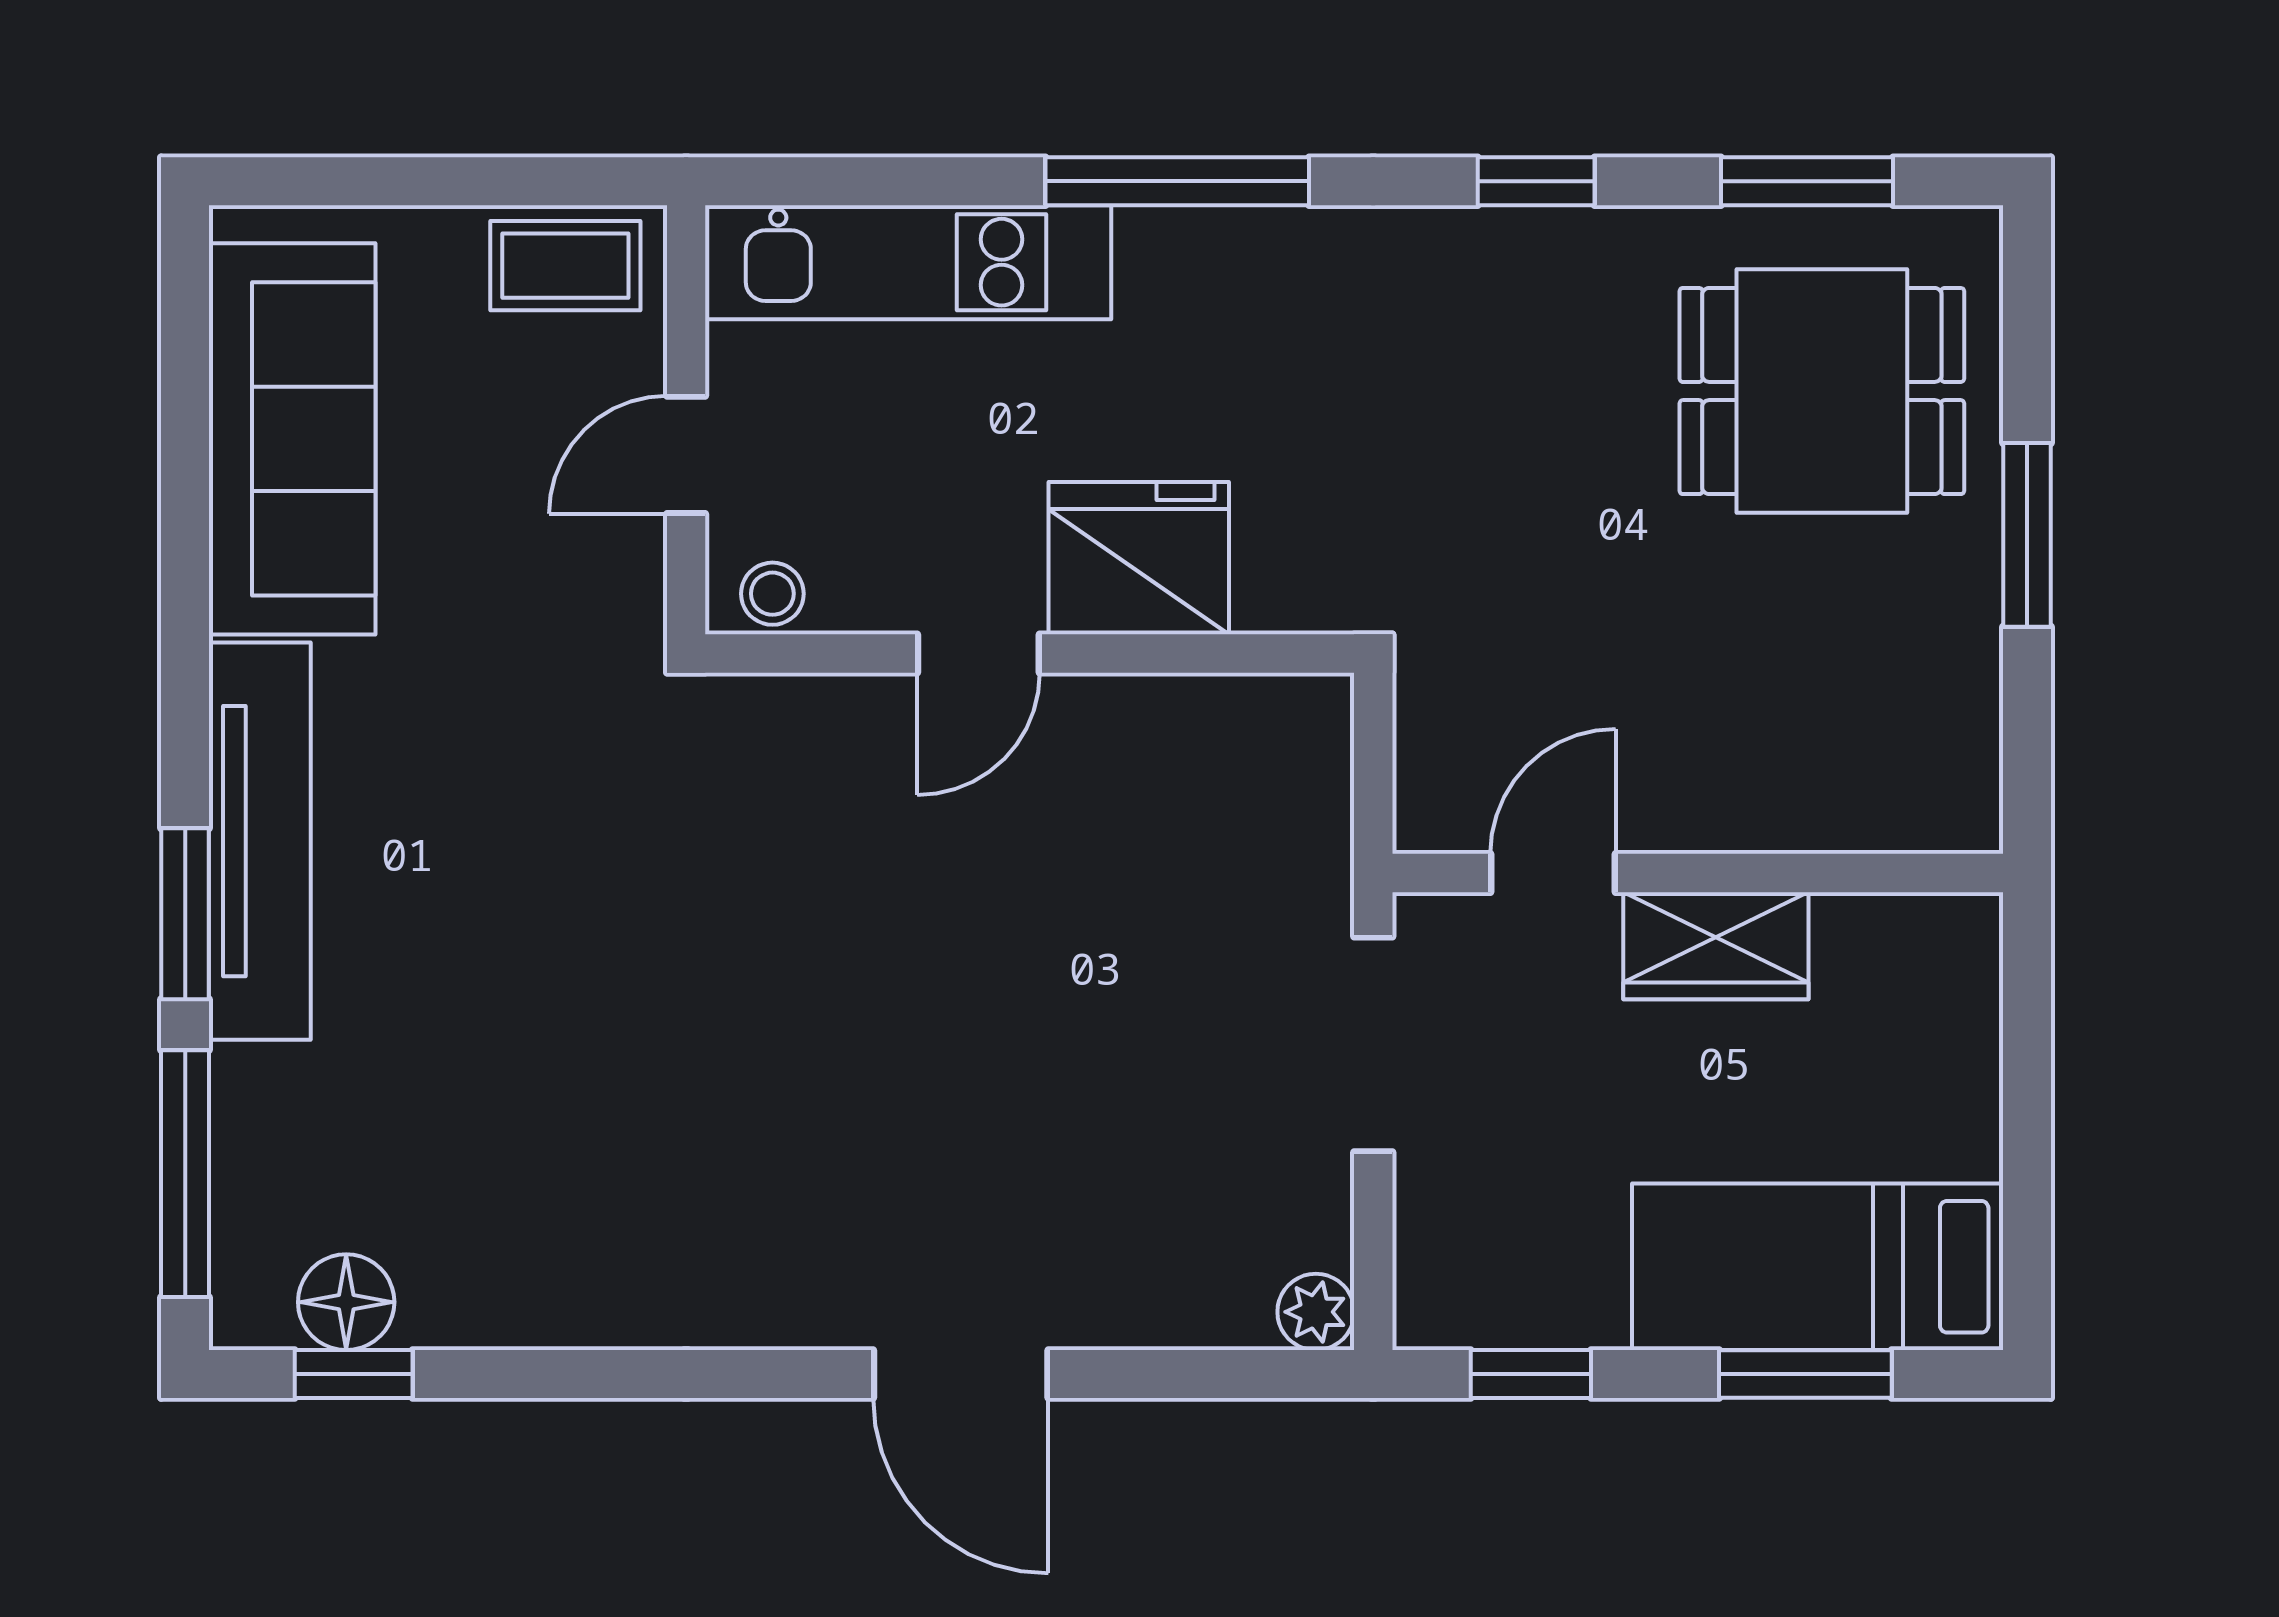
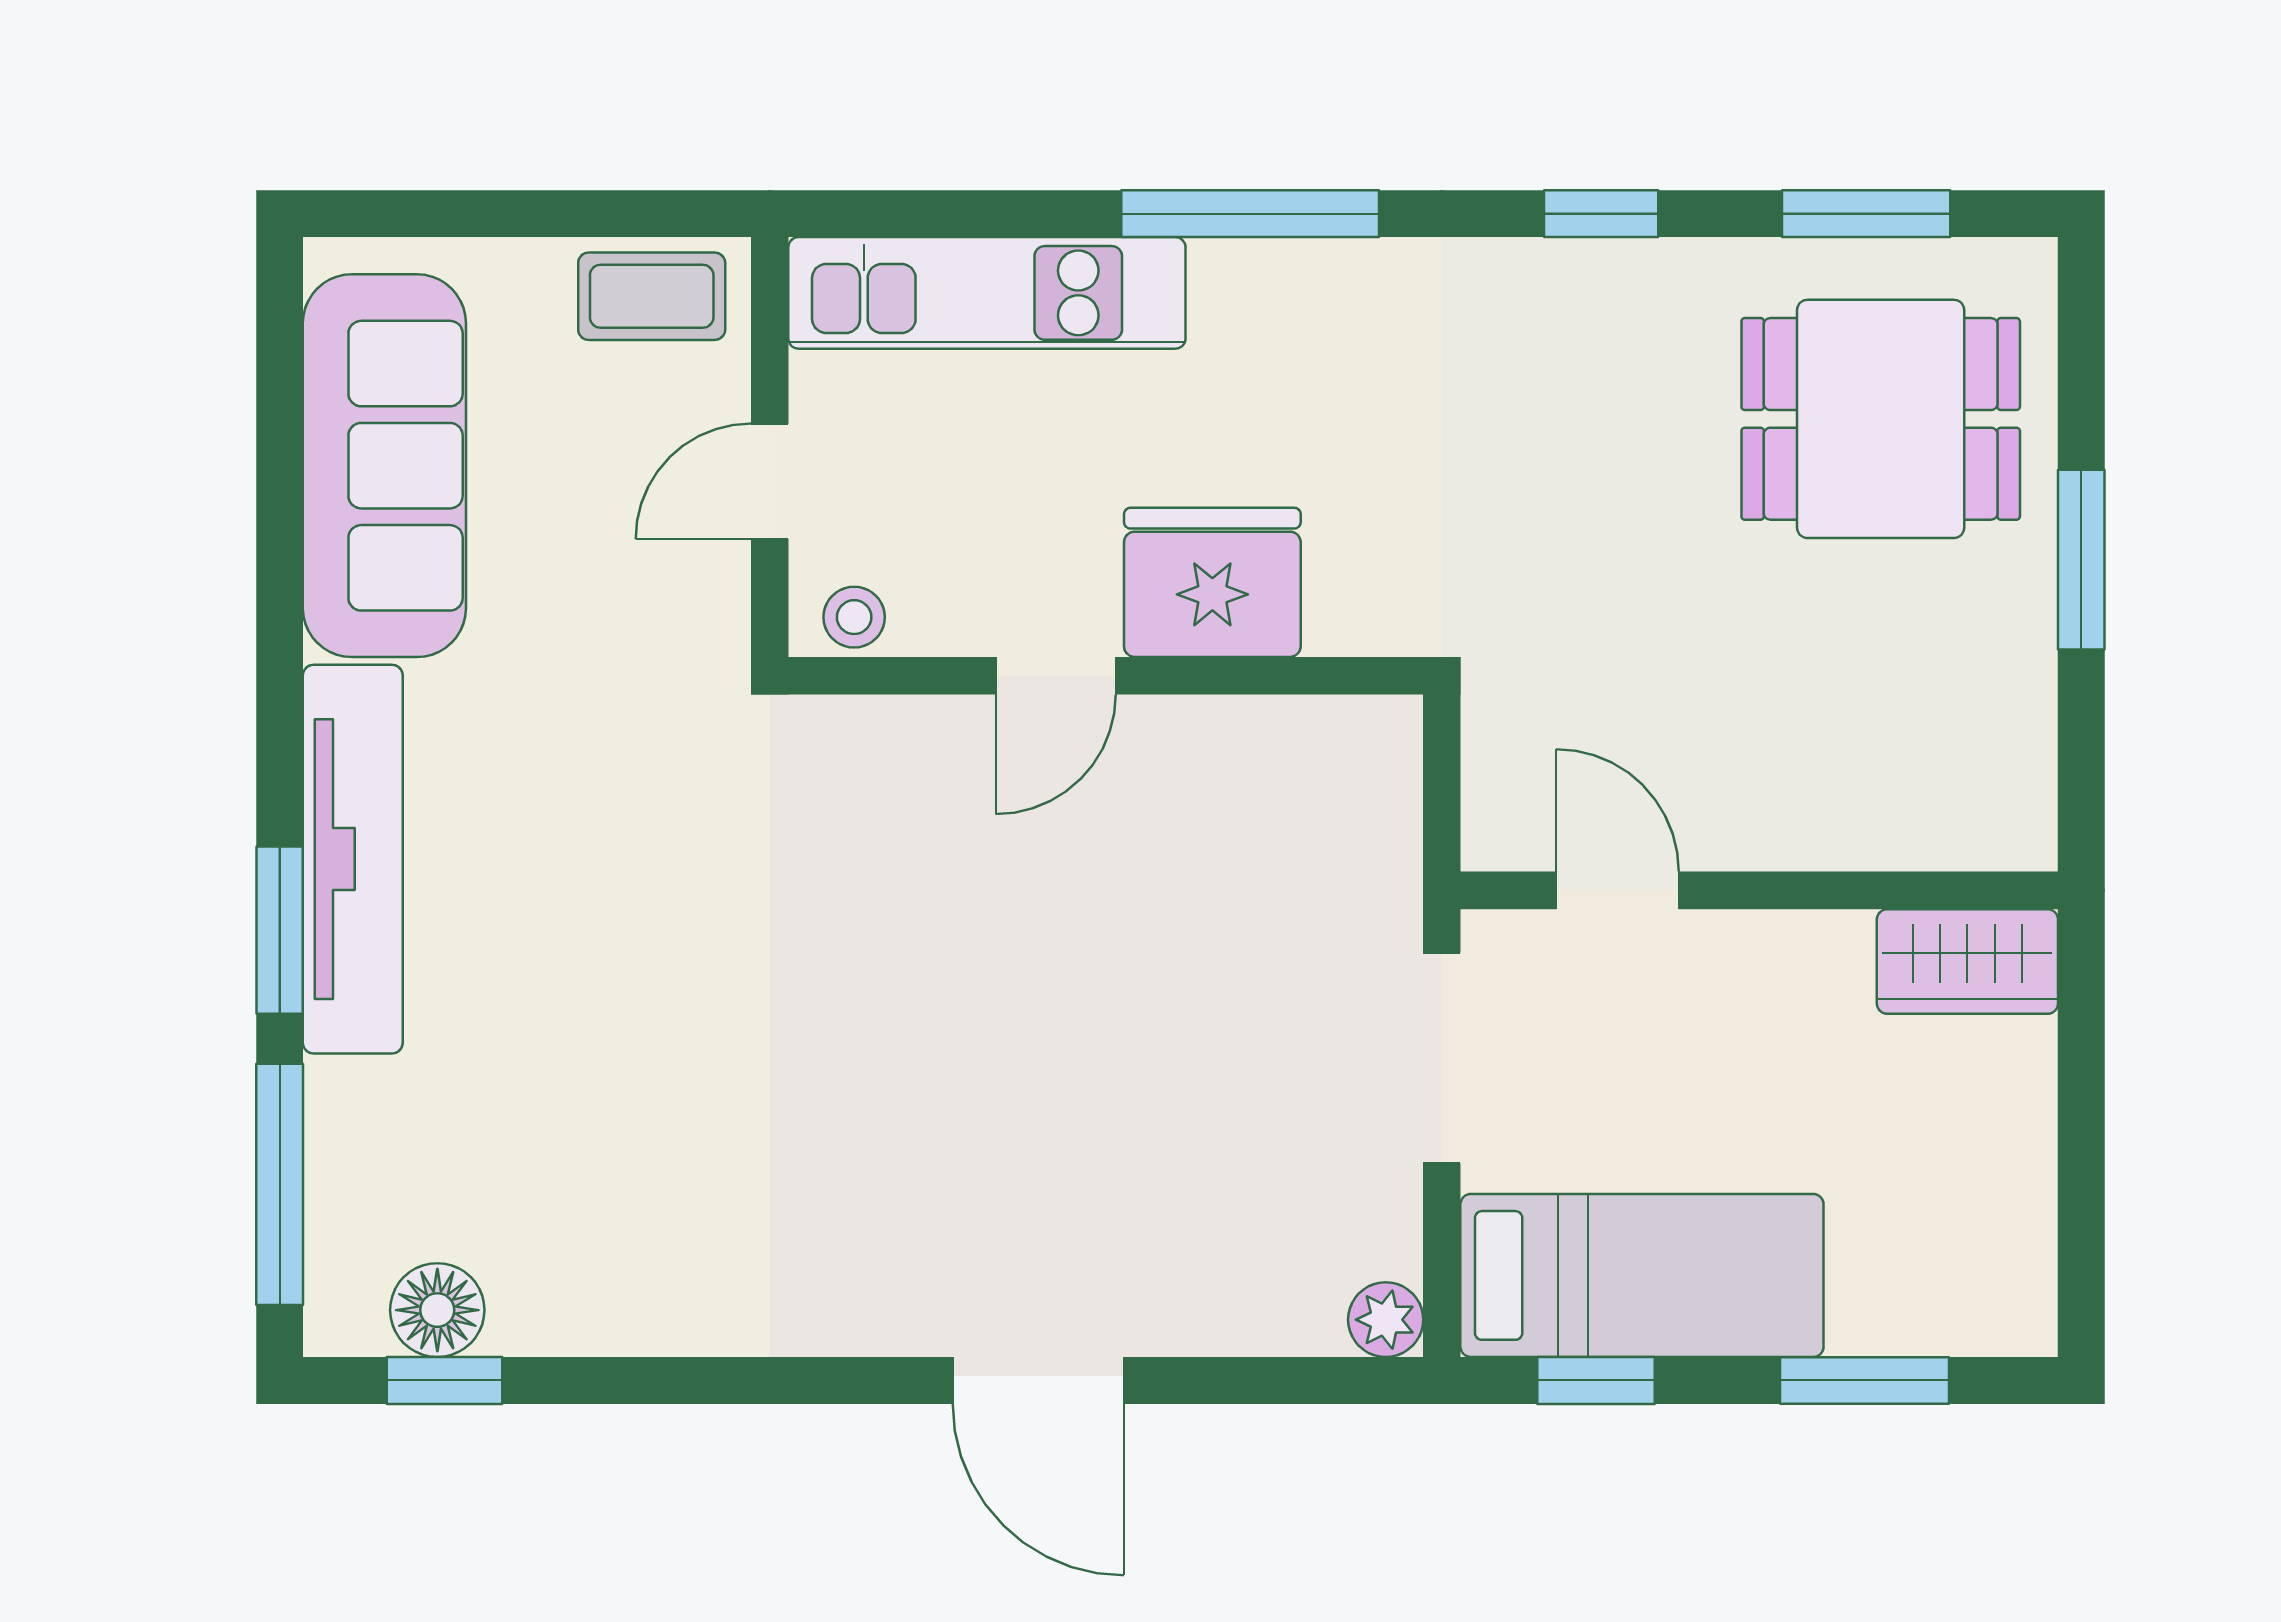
door: (1553, 873) -> (1618, 890), hinge flipped
wardrobe: (1716, 946) -> (1967, 962), moved
bed: (1818, 1267) -> (1642, 1275), moved, turned 180

